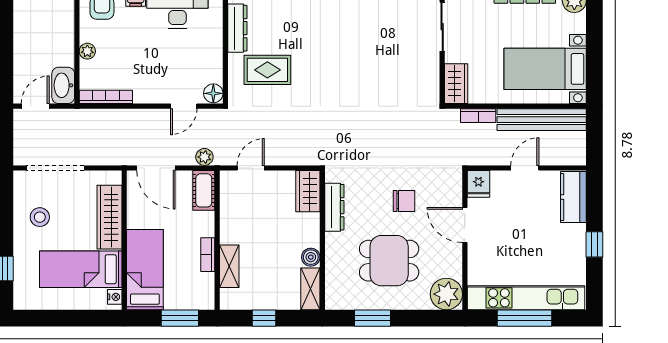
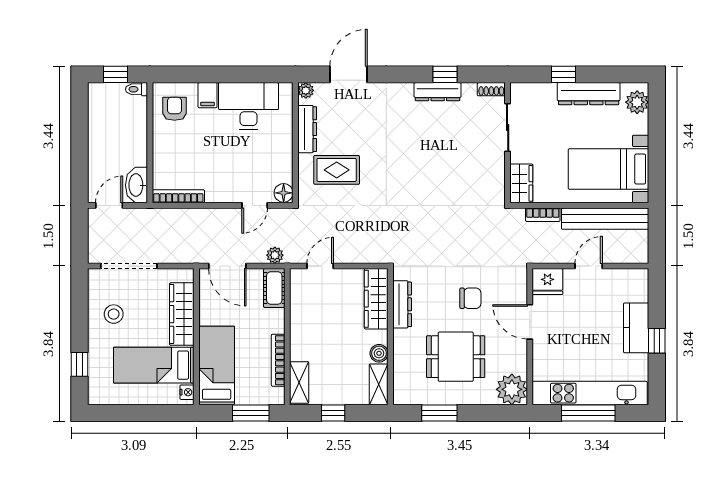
plant: (87, 51) -> (160, 152), removed
fridge: (478, 184) -> (547, 282), width x1.38
wardrobe: (308, 191) -> (376, 299), width x1.50
kitchen counter: (573, 197) -> (636, 328), moved
bookcase: (208, 255) -> (278, 360), width x1.56
shelving: (229, 266) -> (299, 383), moved

